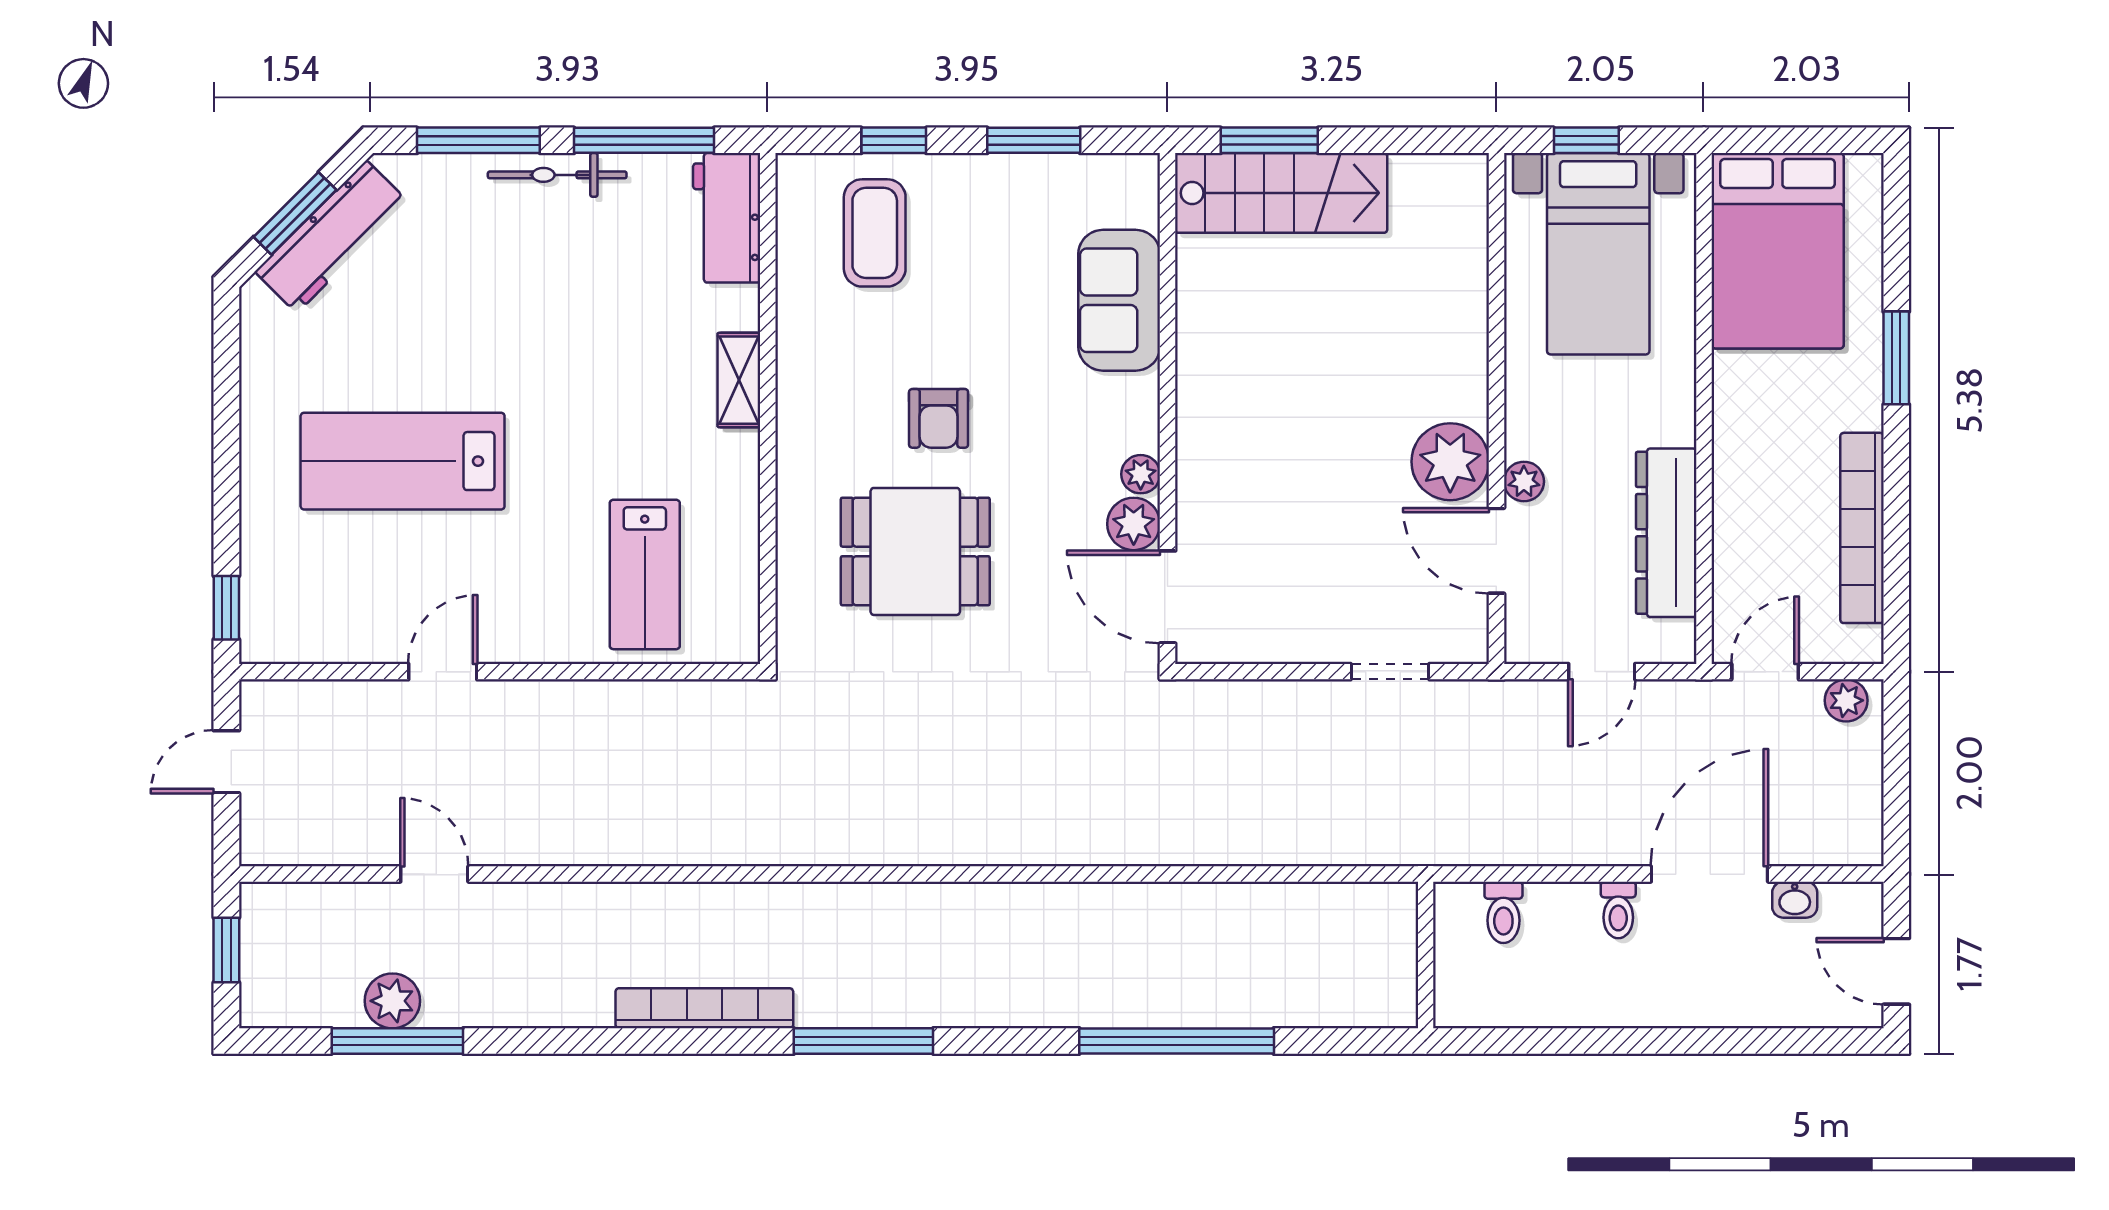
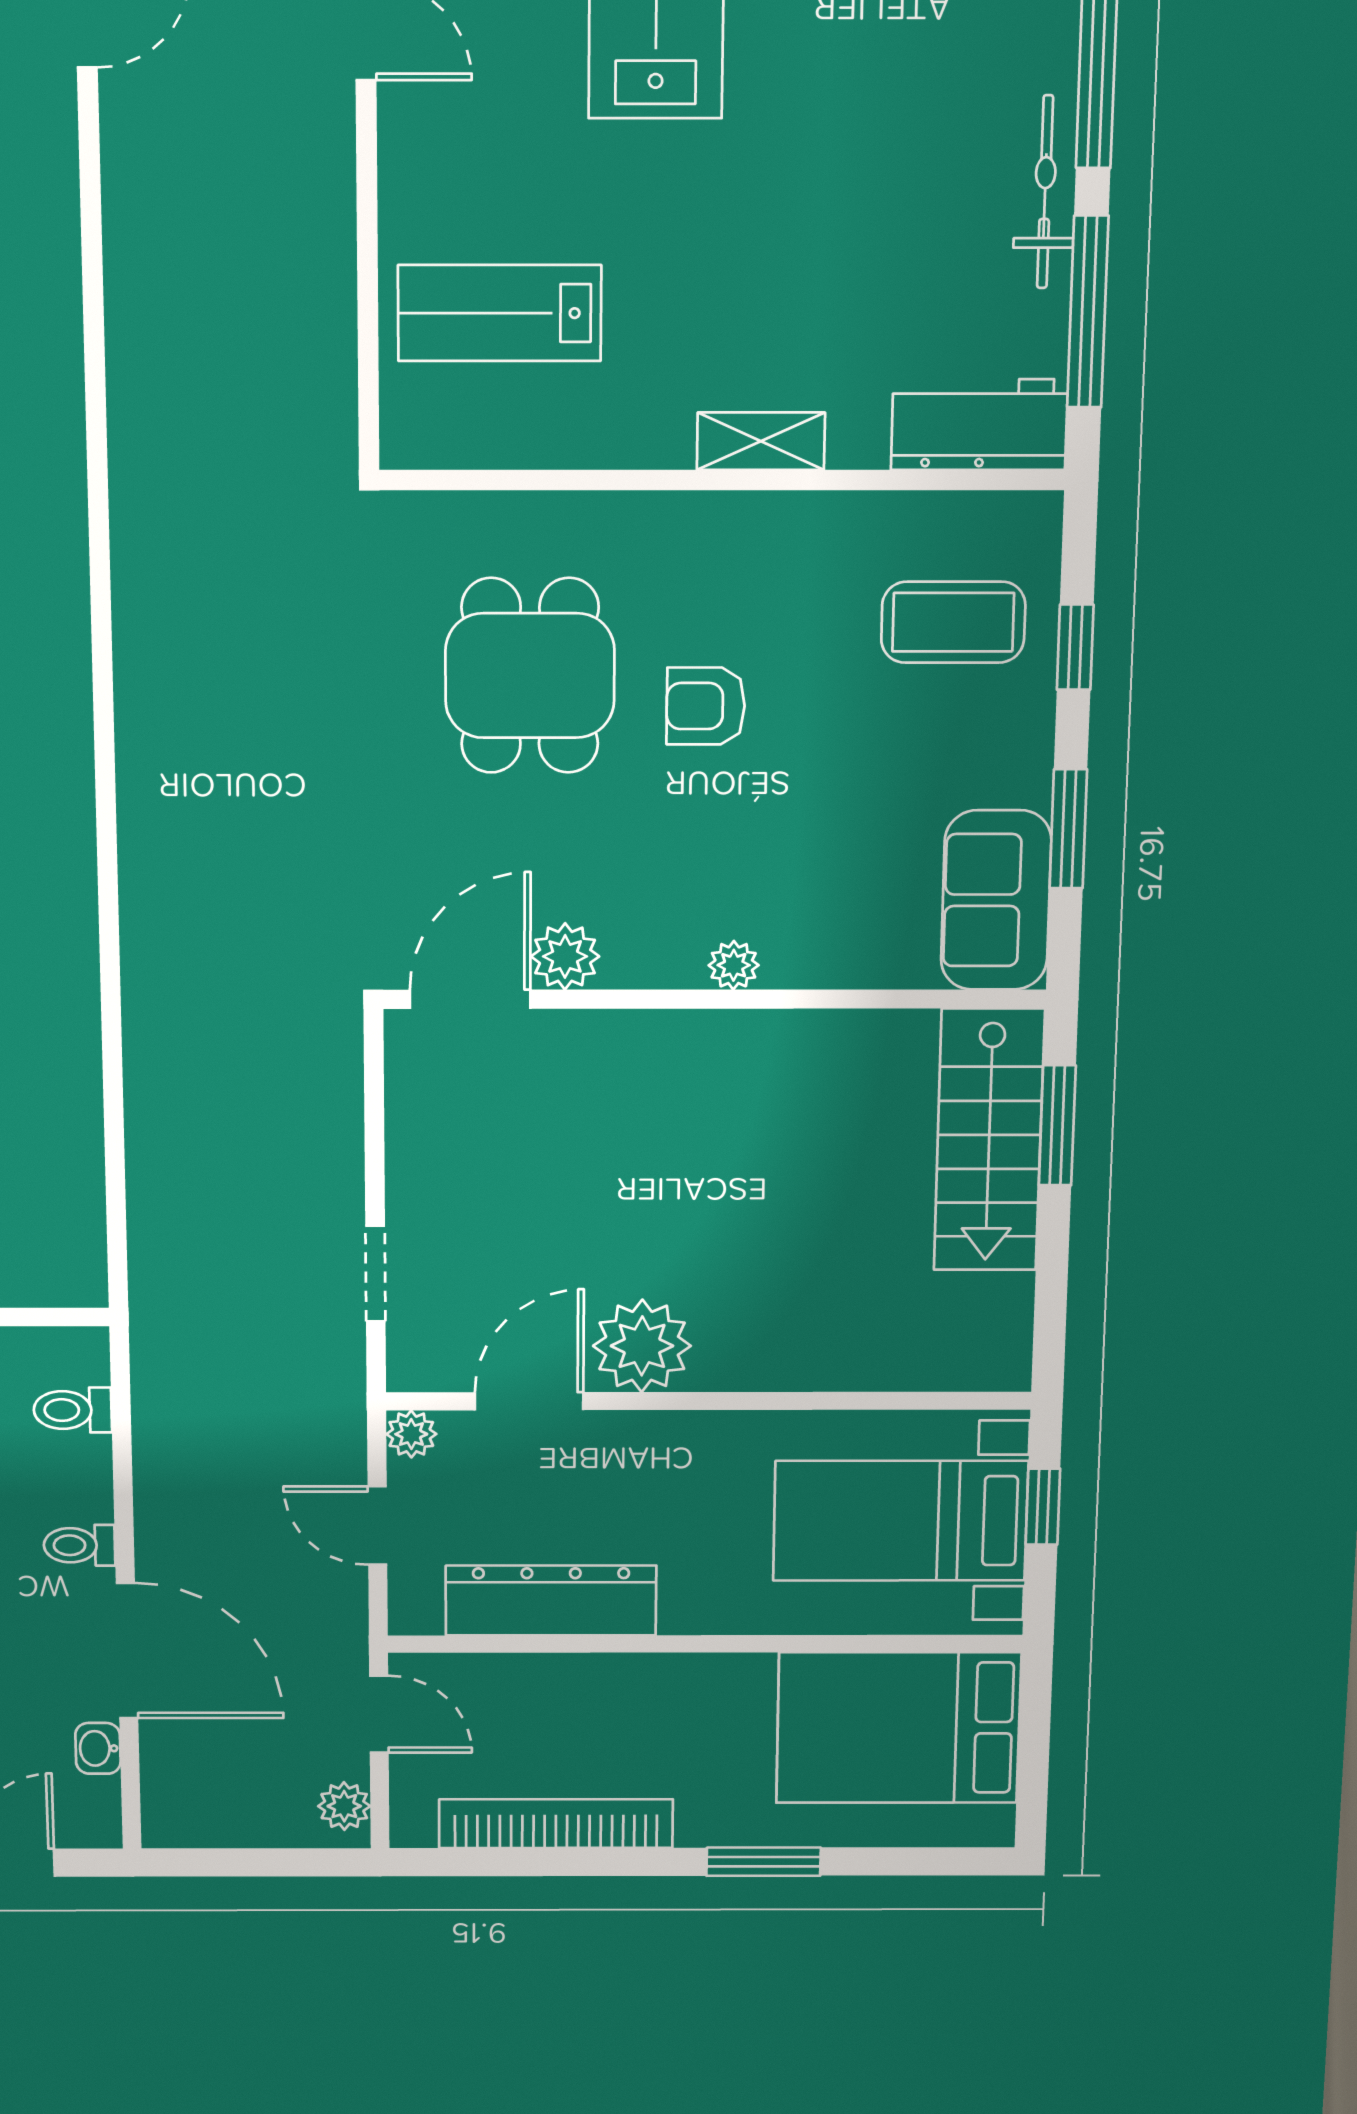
sofa: (1119, 300) -> (996, 900), moved, turned -90
plant: (1141, 474) -> (734, 965), moved
plant: (1524, 481) -> (411, 1434), moved

